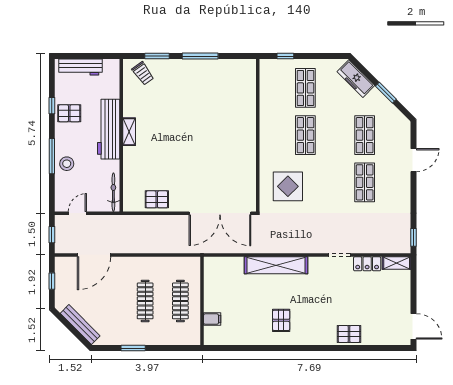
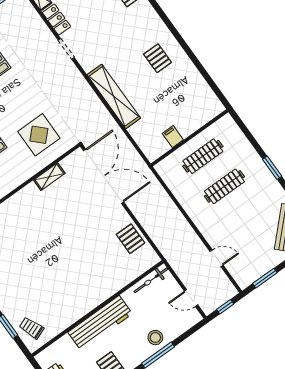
trolley: (143, 73) -> (31, 328), turned -75
shelving: (129, 132) -> (49, 177), moved
door: (94, 255) -> (217, 258), width x0.53
window: (52, 281) -> (265, 278), width x1.50
filing cabinet: (212, 319) -> (173, 137), moved
pallet: (281, 320) -> (158, 58), turned 90

